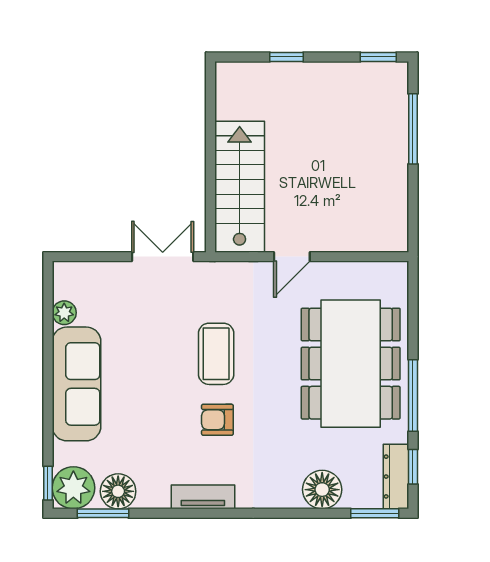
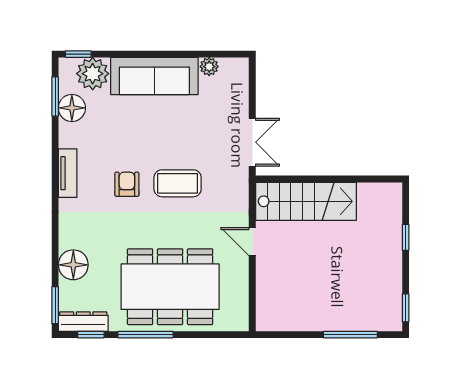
plant: (73, 488) -> (93, 74), moved

